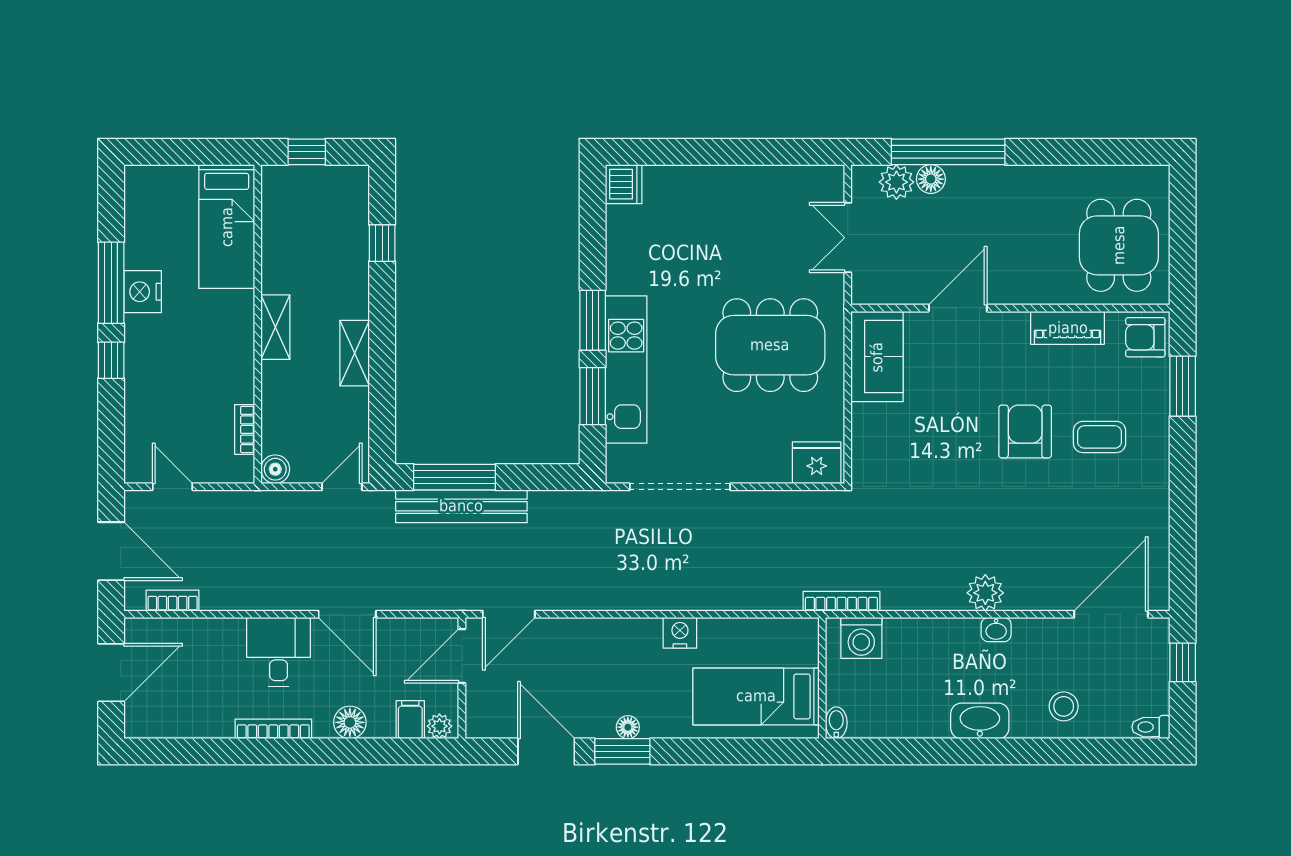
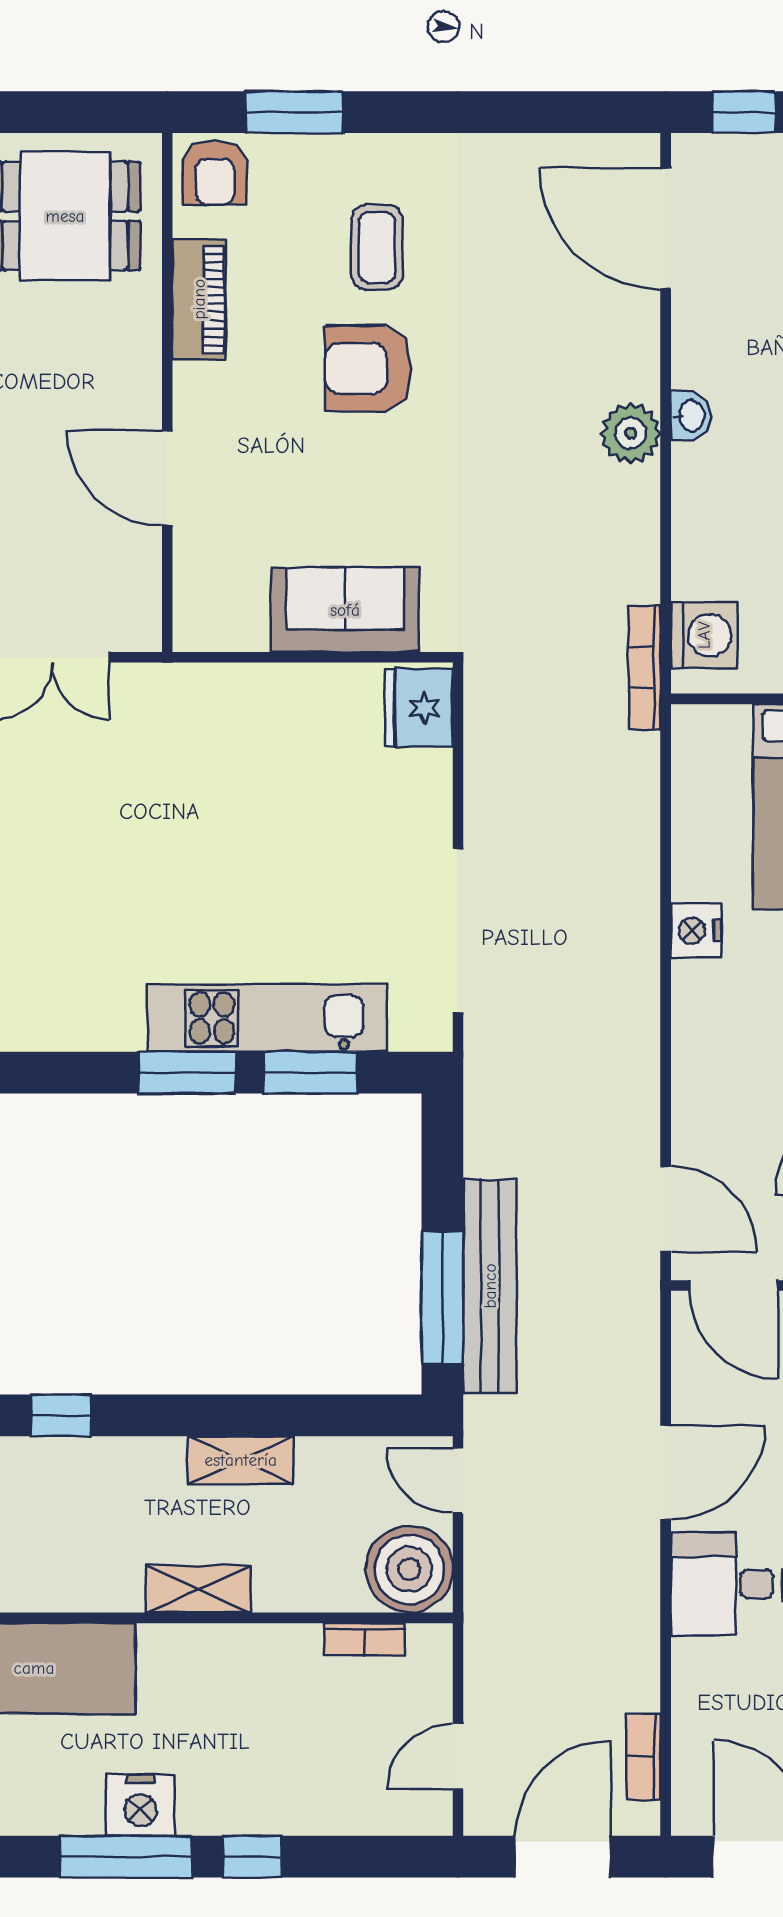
dining table: (770, 345) -> (227, 783), removed
sofa: (877, 357) -> (345, 610), moved
boiler: (275, 469) -> (409, 1569), width x1.86, depth x1.86

